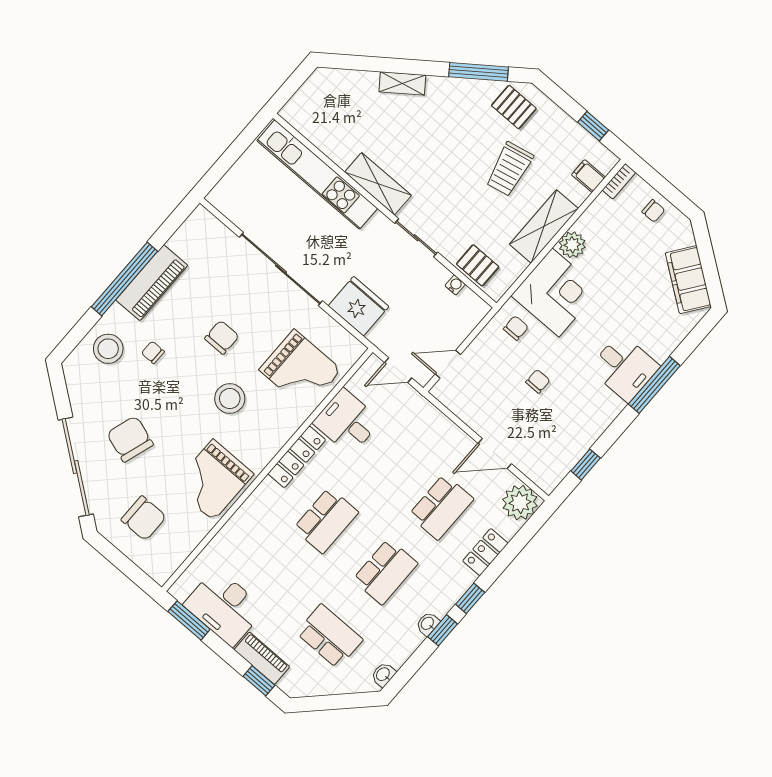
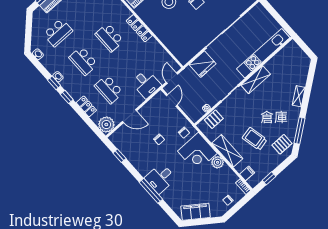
grand piano: (300, 370) -> (178, 35), removed
desk: (347, 422) -> (146, 84), moved, turned 90
door: (495, 453) -> (129, 116), swing flipped

